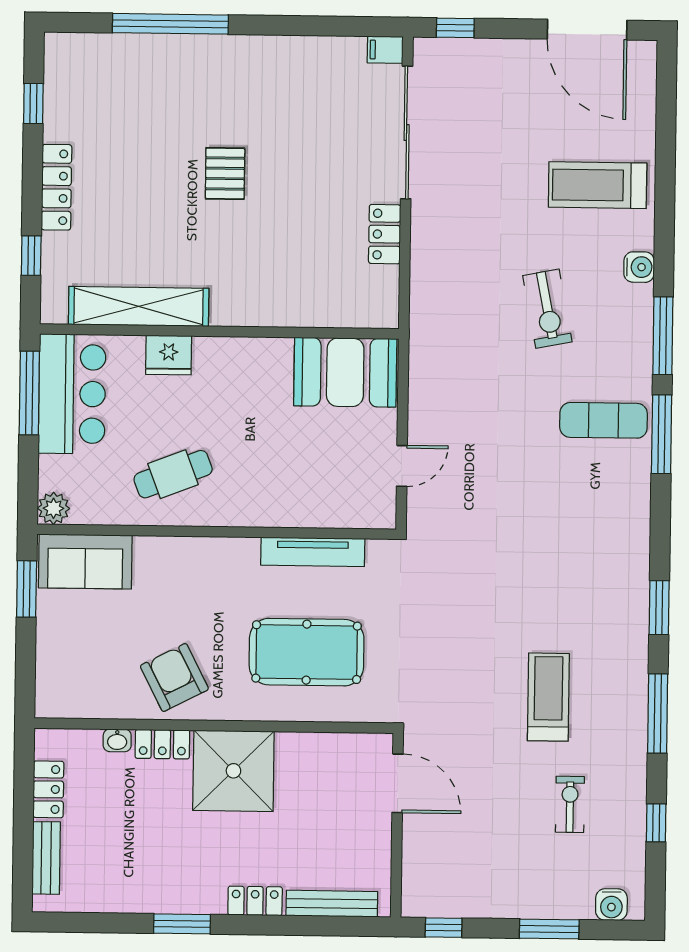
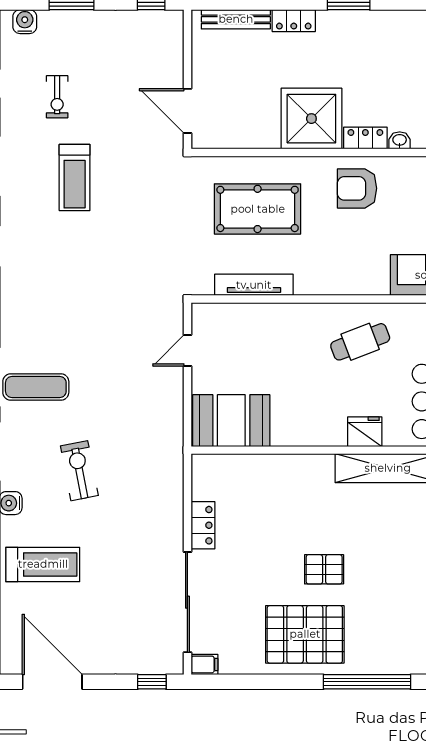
pallet: (252, 88) -> (305, 634), added
pallet: (225, 173) -> (324, 569), turned 90
armchair: (174, 677) -> (357, 188), turned 117

